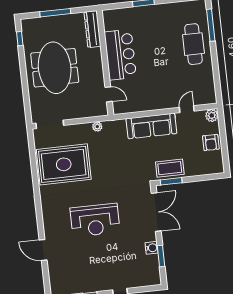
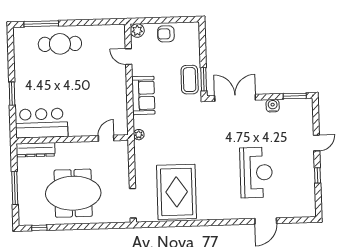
bar counter: (120, 55) -> (41, 123), moved
sofa: (151, 126) -> (143, 95), width x0.73
plant: (97, 127) -> (139, 135), moved
armchair: (211, 142) -> (166, 34), turned 180
reception desk: (95, 220) -> (256, 172), moved
window: (161, 256) -> (295, 96), moved

